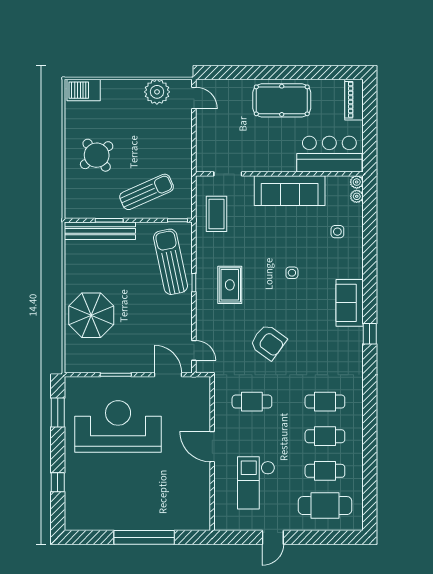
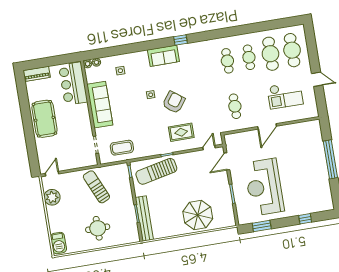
round table: (97, 155) -> (98, 228), turned 38
sun lounger: (147, 192) -> (96, 187), moved
rug: (230, 285) -> (181, 132), moved
armchair: (268, 342) -> (174, 102), moved
cafe table: (325, 471) -> (270, 54), width x1.37, depth x1.35

